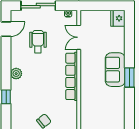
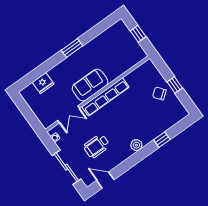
fridge: (118, 18) -> (43, 83), moved
sofa: (115, 70) -> (90, 85), moved, turned 180

